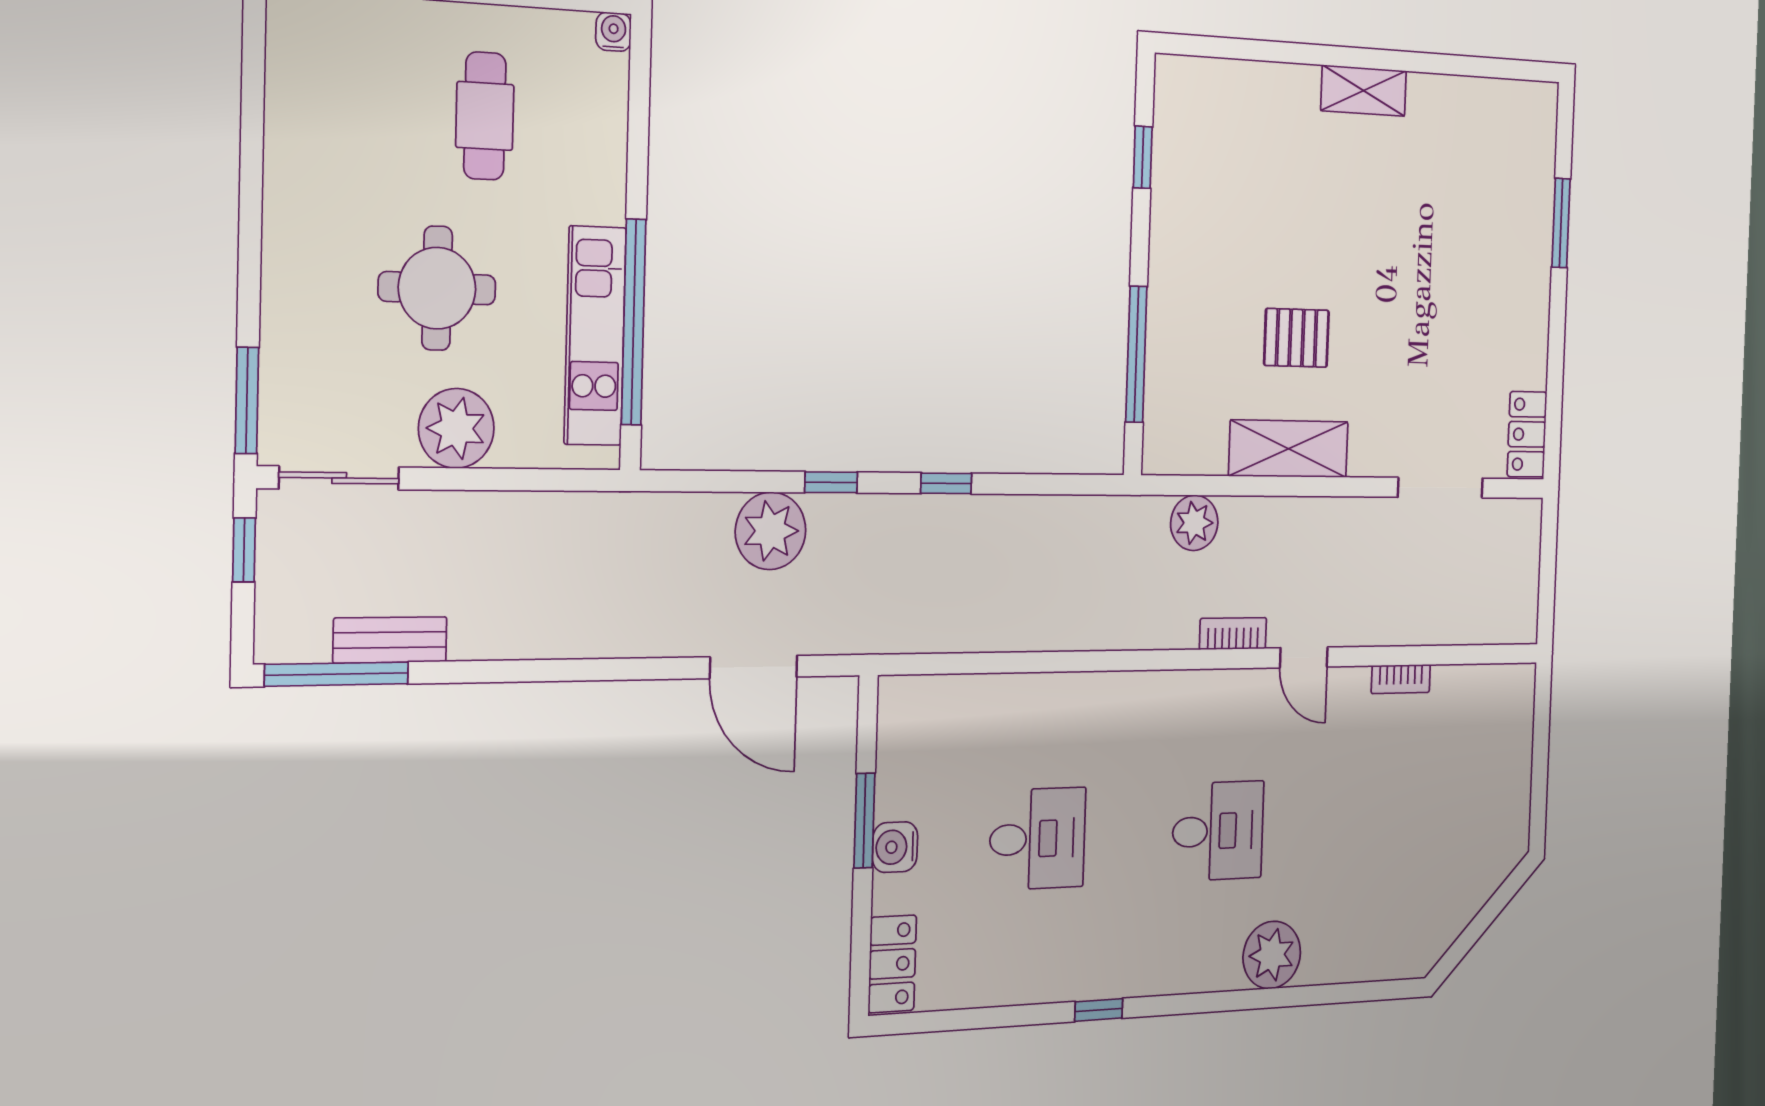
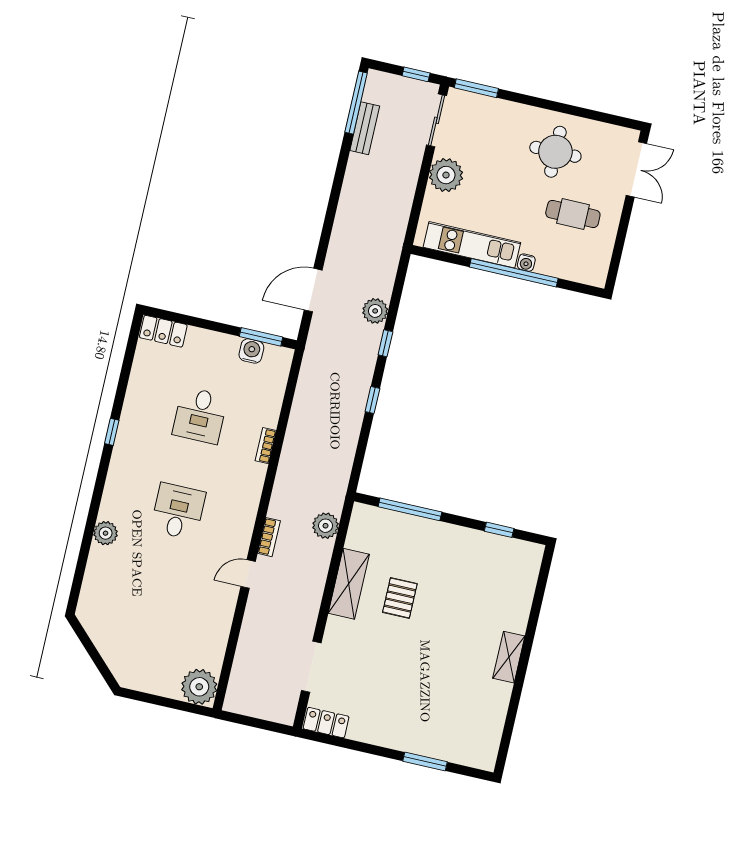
water cooler: (613, 32) -> (526, 263), moved, turned 90
round table: (437, 288) -> (555, 152), moved
window: (634, 322) -> (514, 273), moved
plant: (771, 531) -> (375, 311), width x0.73, depth x0.73
bookcase: (1401, 679) -> (266, 446), moved
plant: (1506, 699) -> (199, 687), added
window: (864, 821) -> (261, 337), moved
desk: (1218, 831) -> (178, 511), turned 180
water cooler: (895, 847) -> (251, 351), moved
plant: (1272, 955) -> (106, 533), width x0.73, depth x0.73

